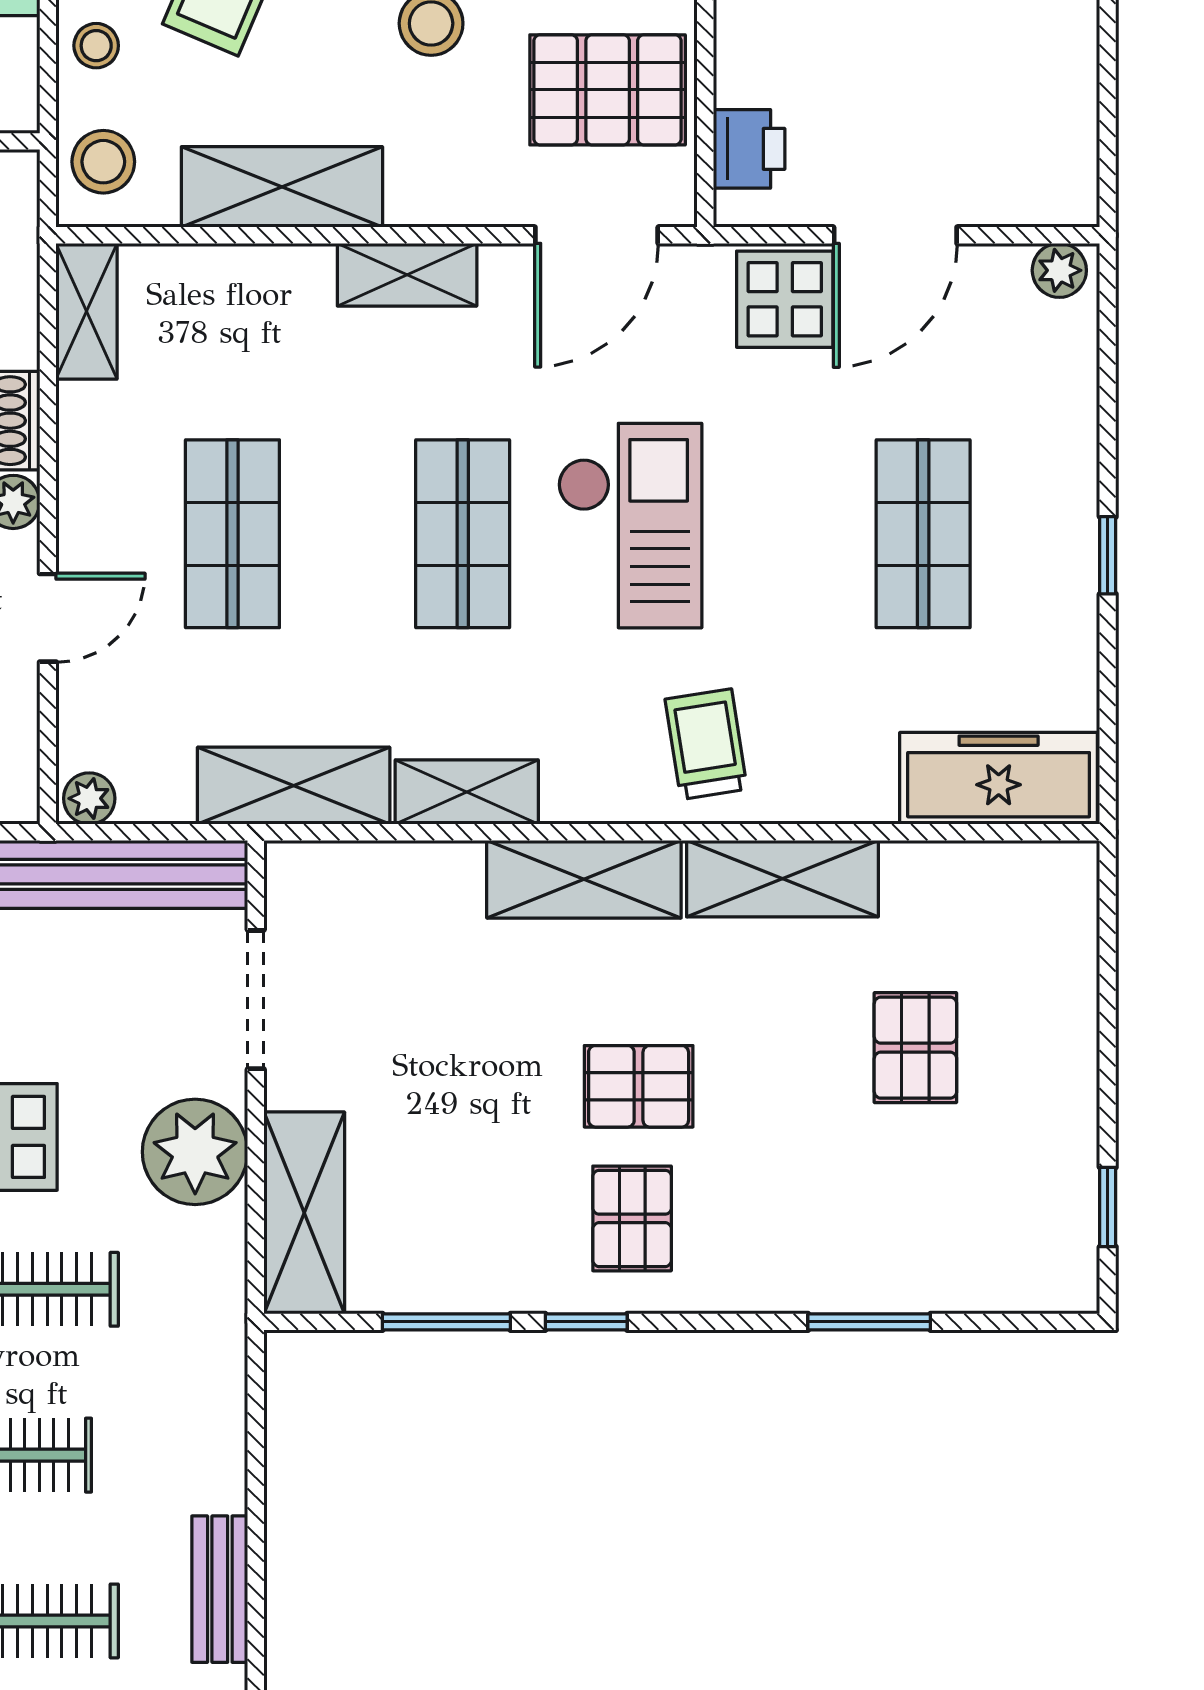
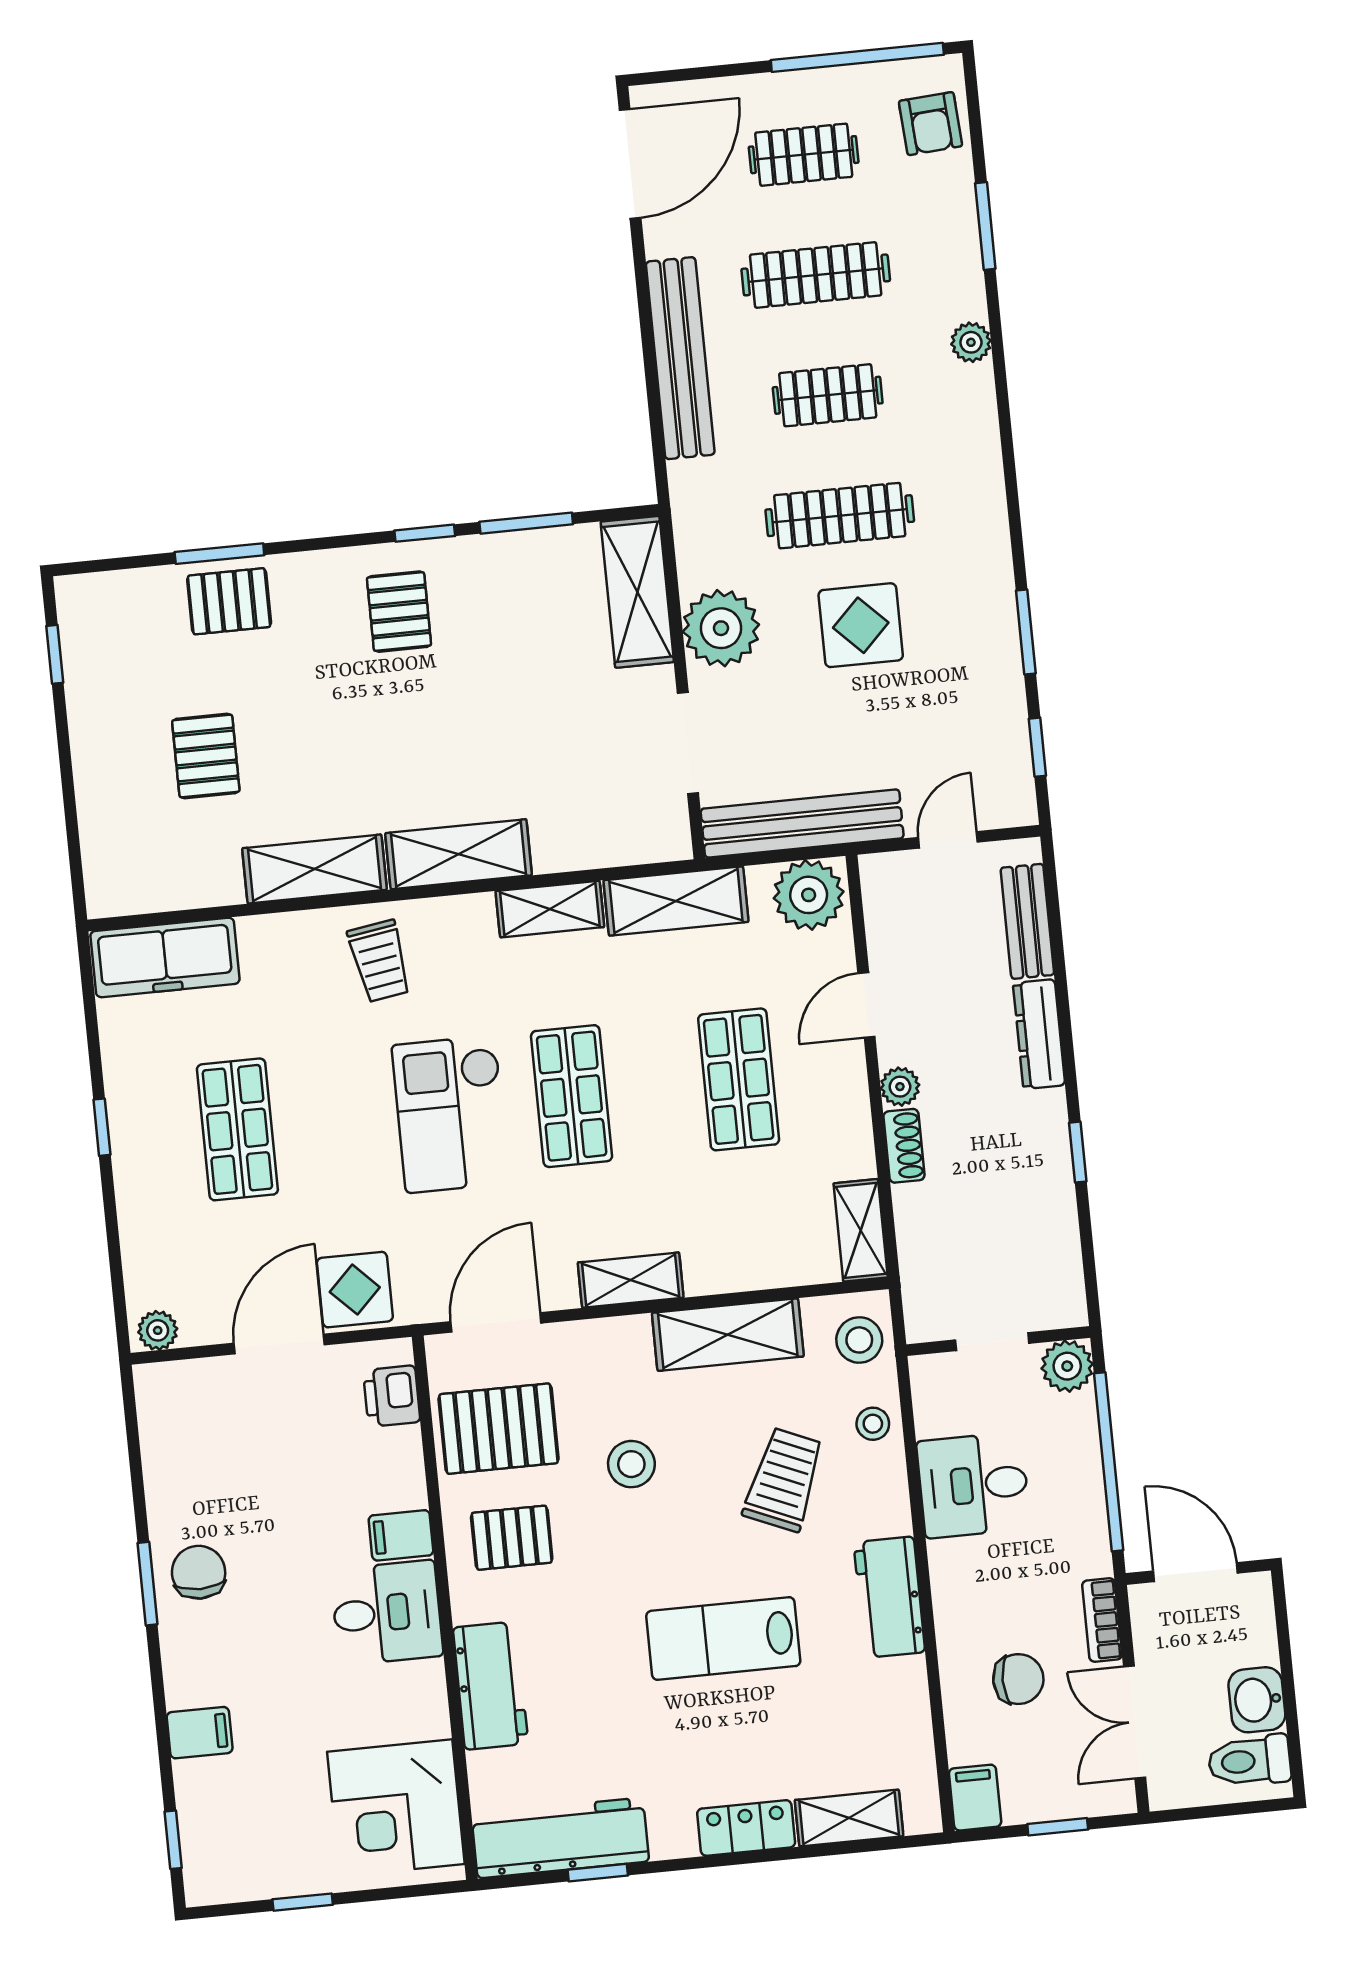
plant: (89, 798) -> (809, 895), width x1.88, depth x1.88
pallet: (639, 1086) -> (229, 601), moved
bench: (220, 1589) -> (680, 358), width x1.86, depth x1.21

